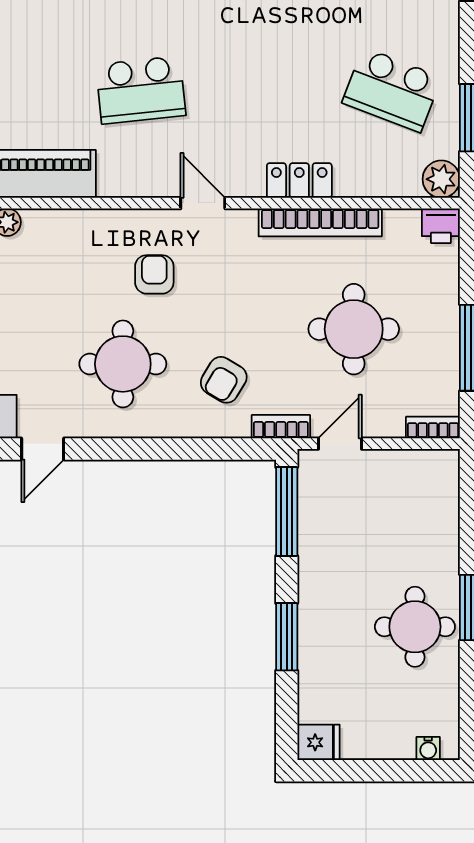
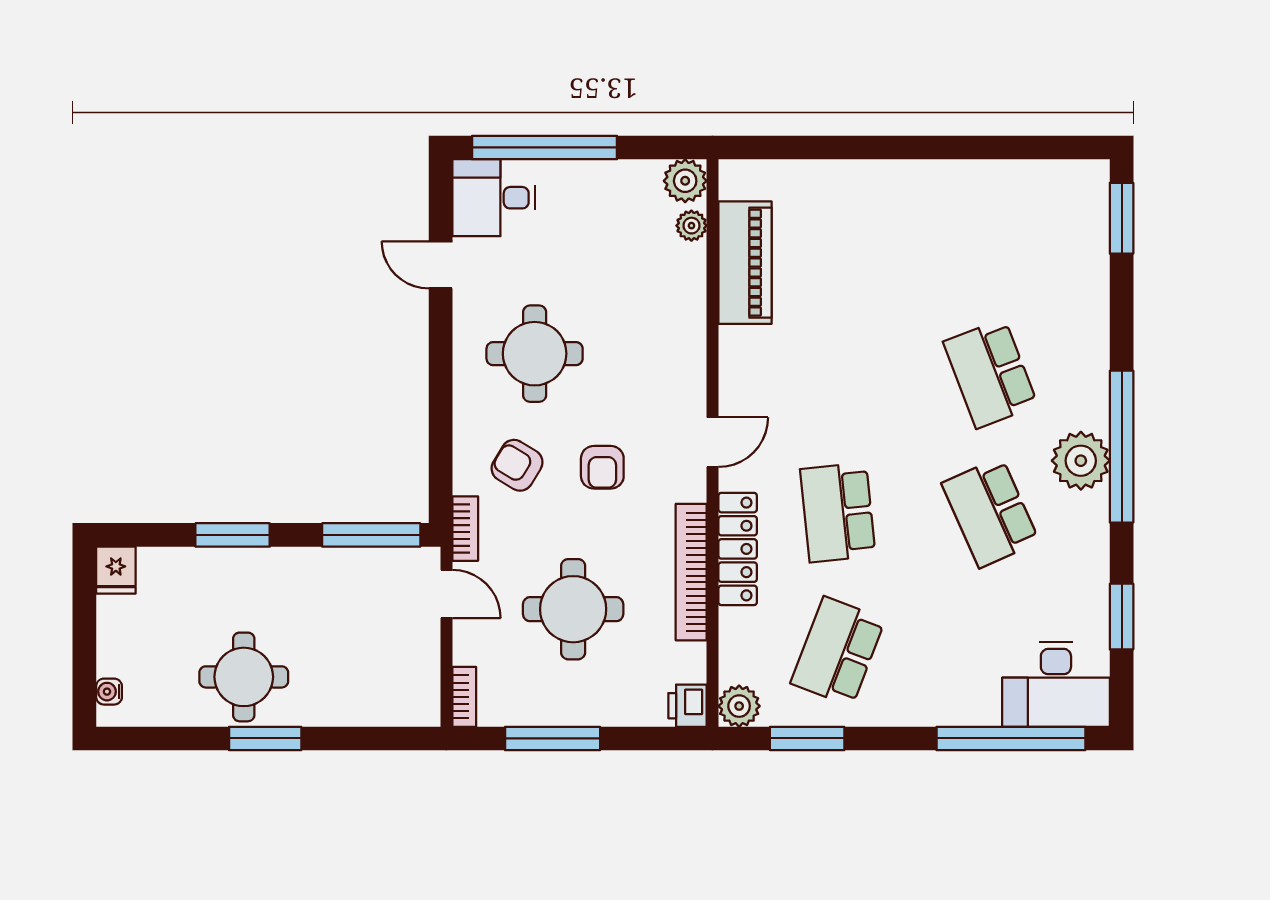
school desk: (141, 90) -> (838, 512), moved
locker: (299, 180) -> (738, 549), width x1.53
armchair: (154, 274) -> (602, 467), moved, turned 90

